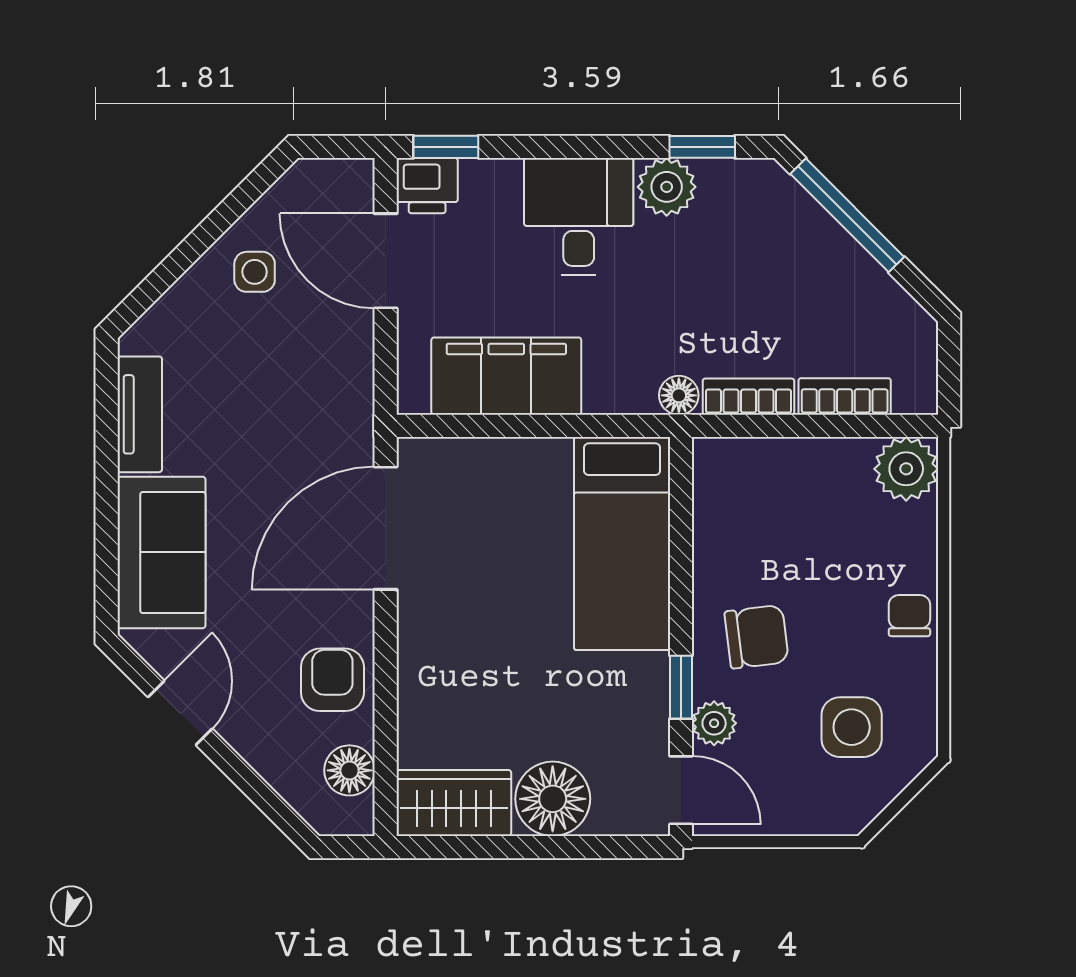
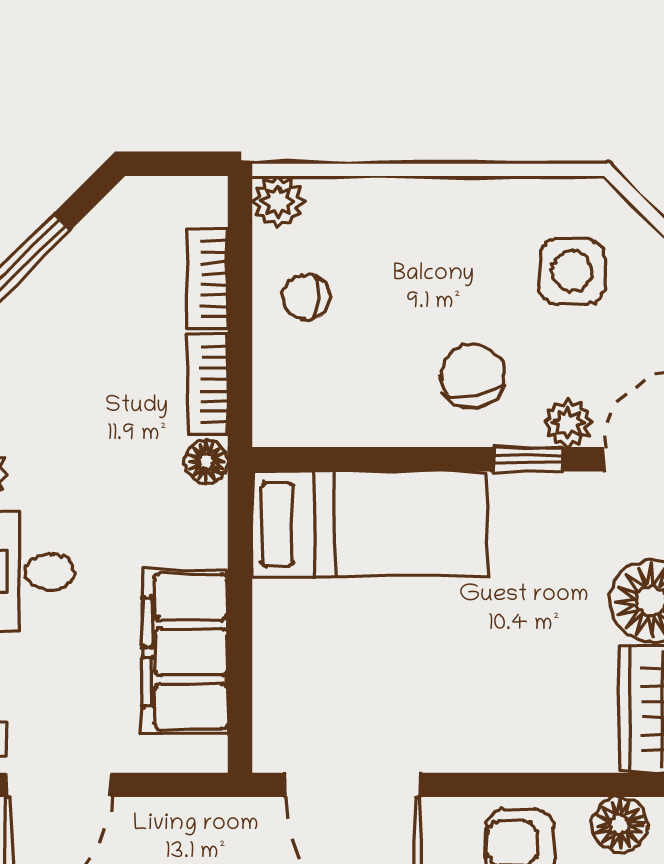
plant: (906, 469) -> (278, 201), width x0.73, depth x0.73
chair: (909, 616) -> (306, 297), moved

